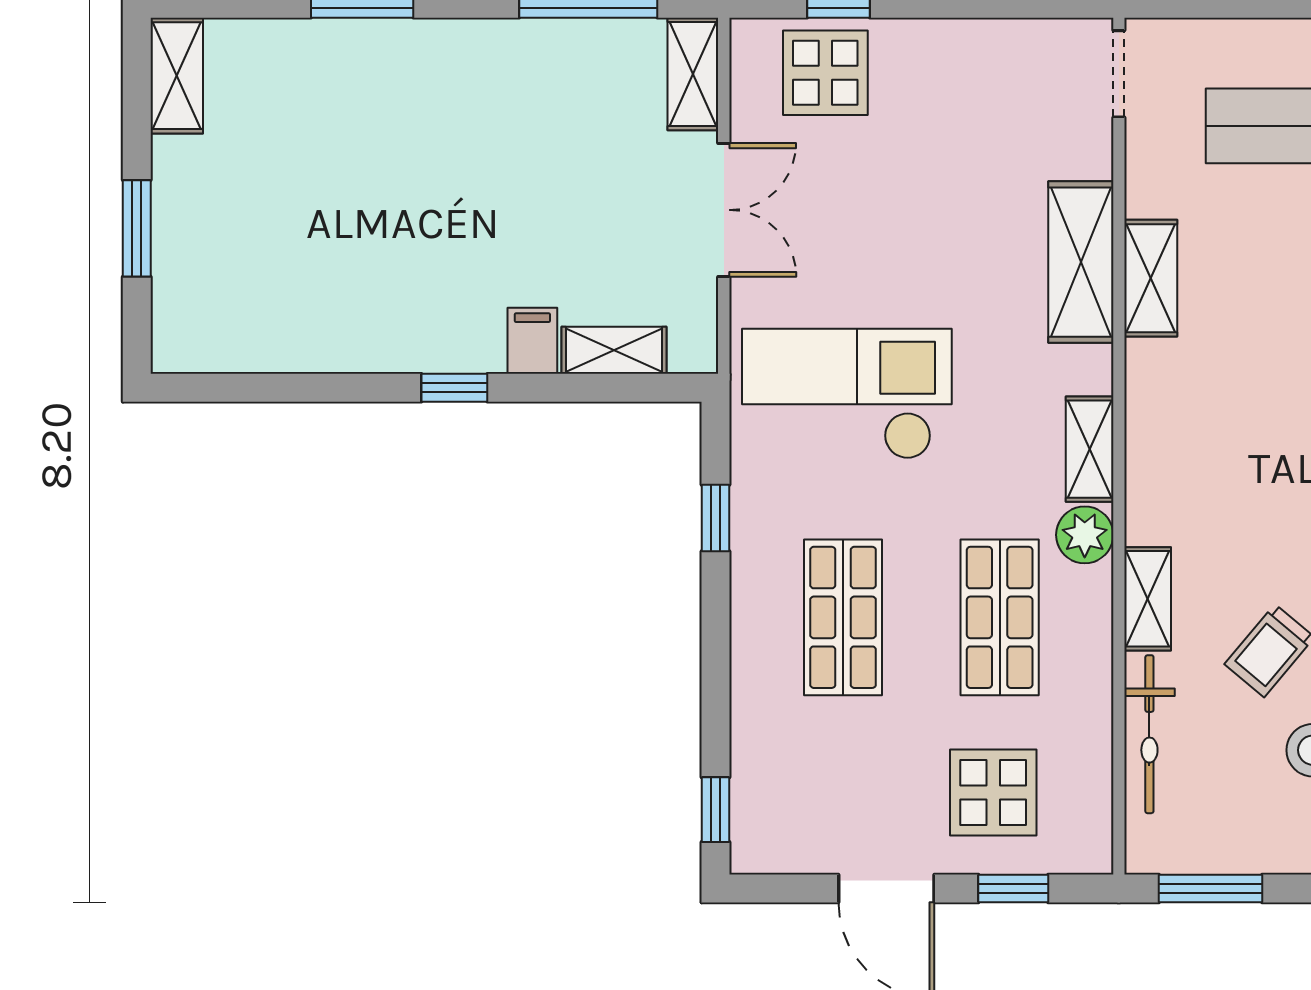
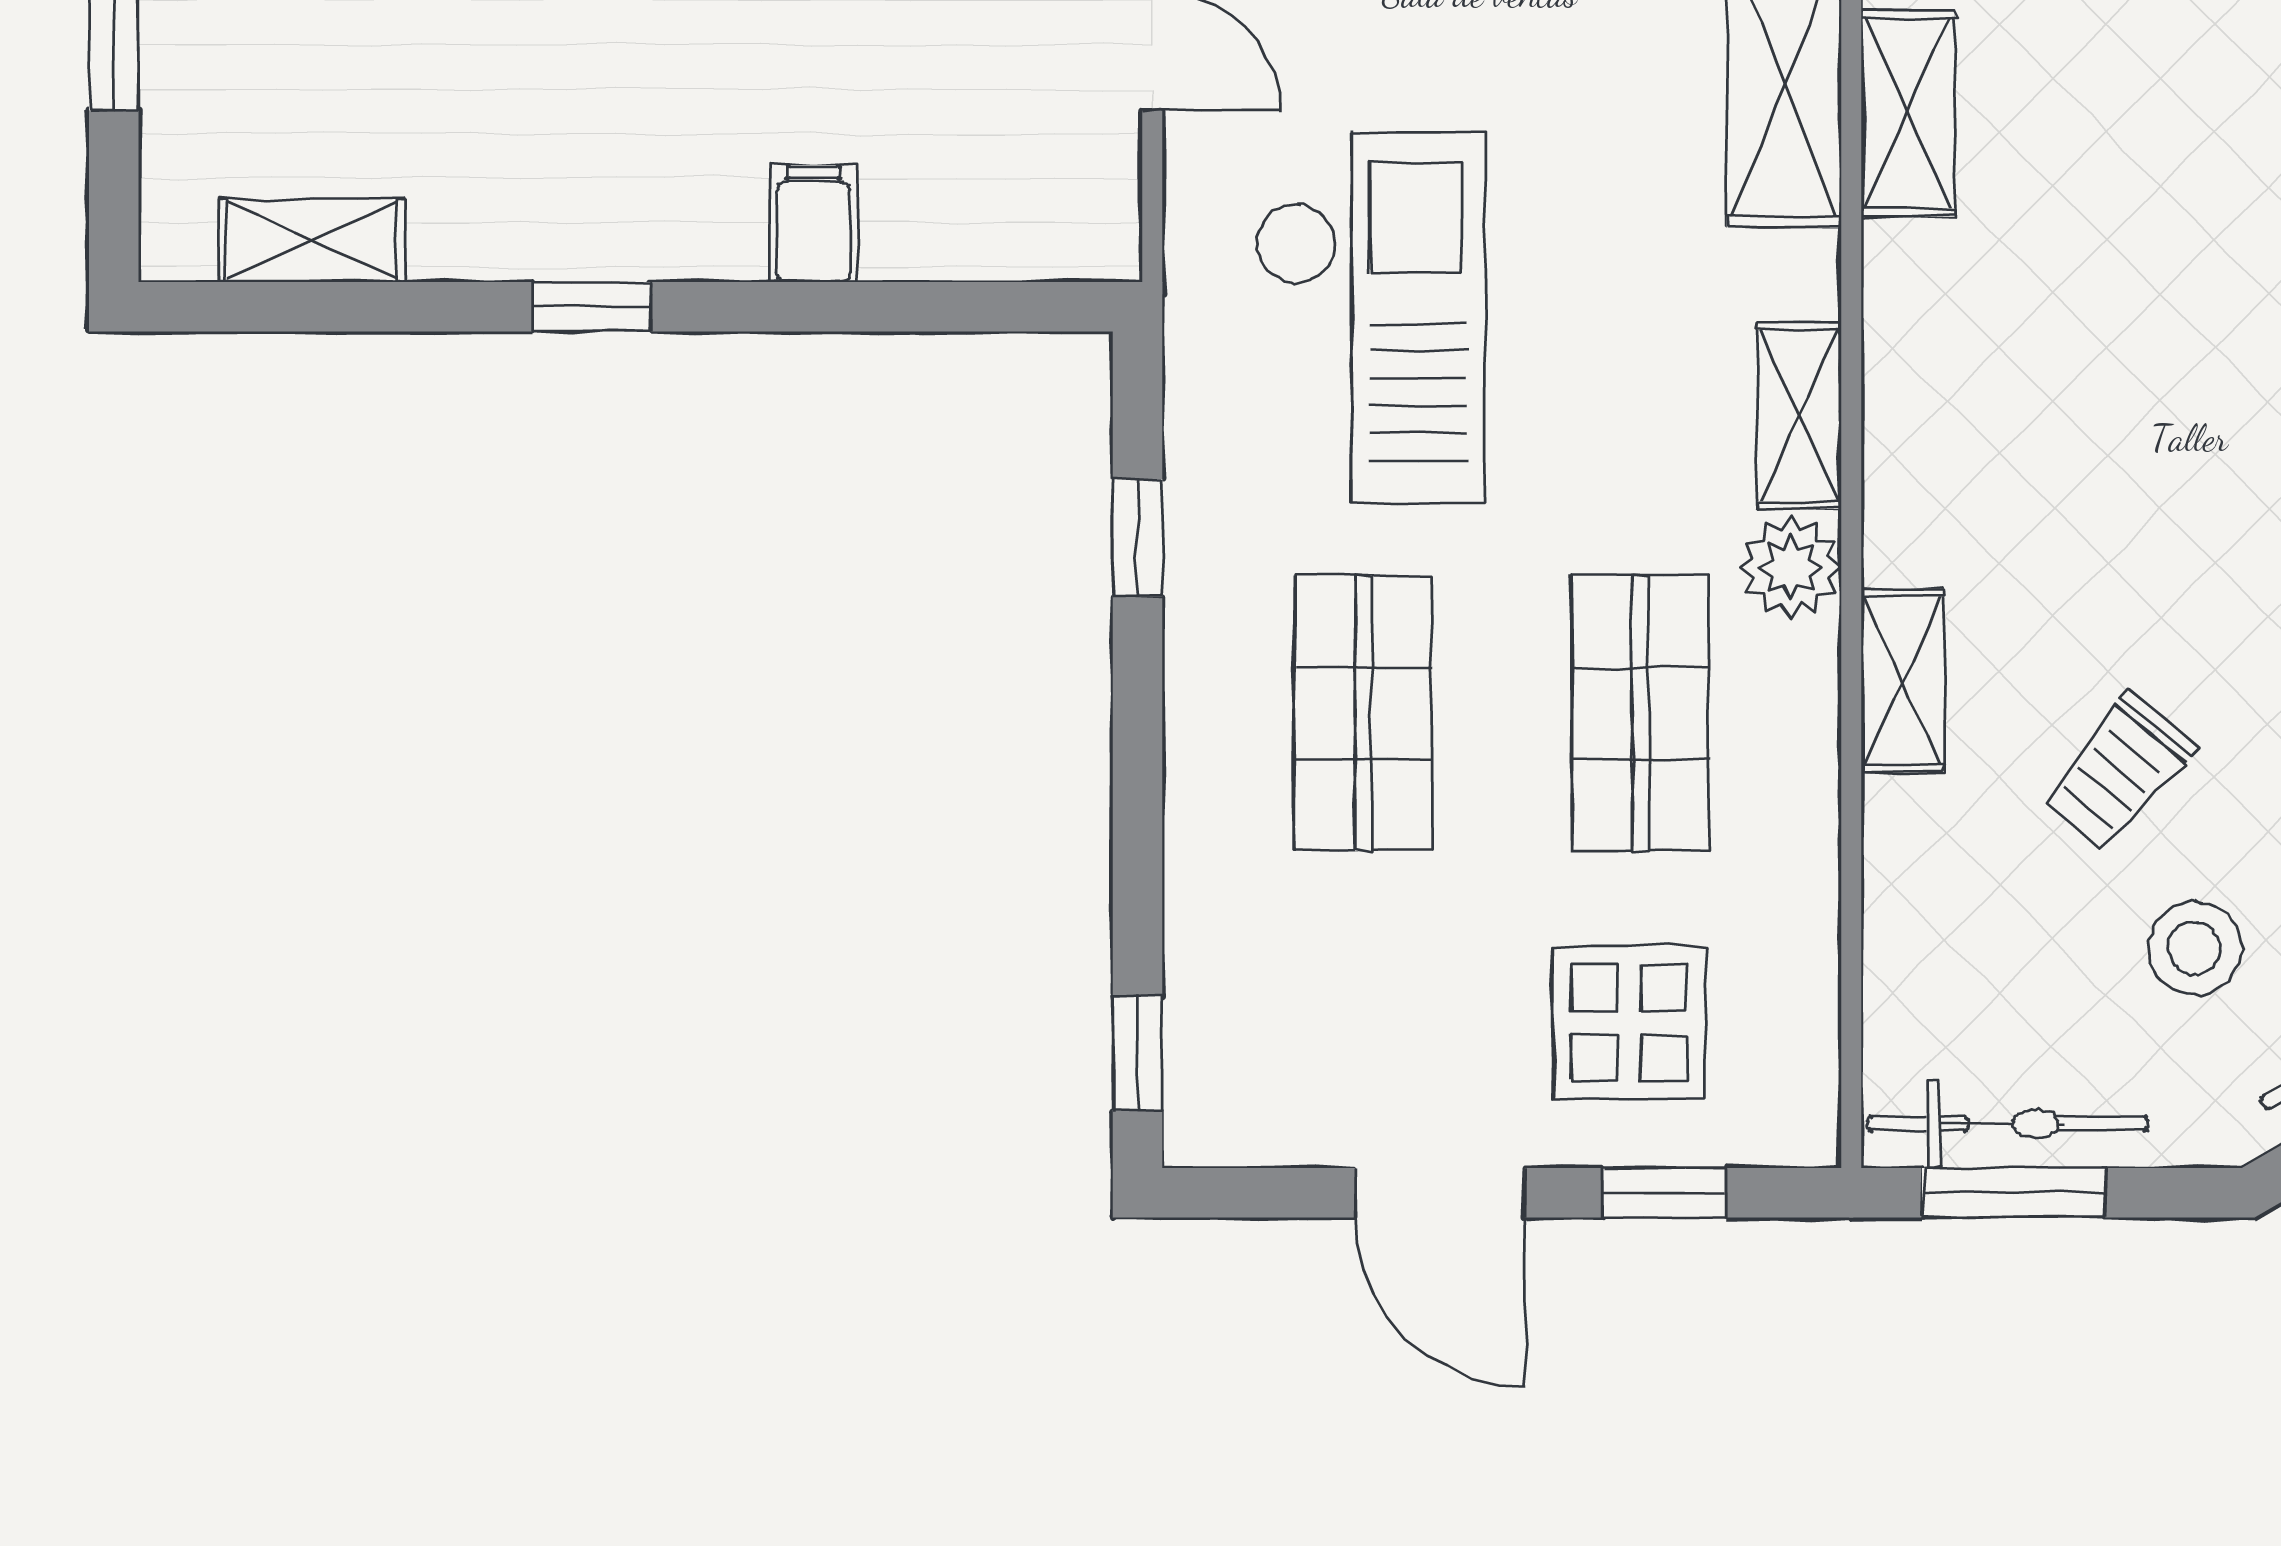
shelving: (614, 350) -> (312, 240), moved
window: (454, 388) -> (592, 307), moved
checkout: (847, 394) -> (1370, 318), turned 90
bicycle: (1149, 734) -> (2008, 1124), moved, turned -90

